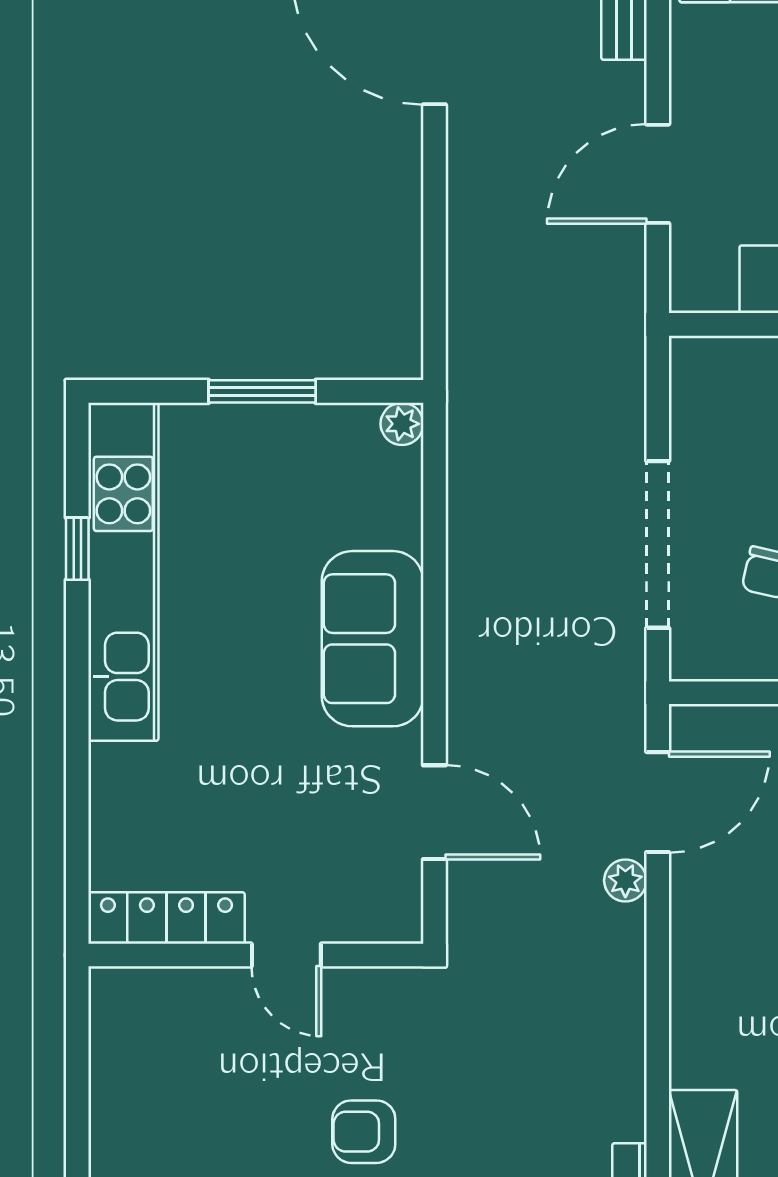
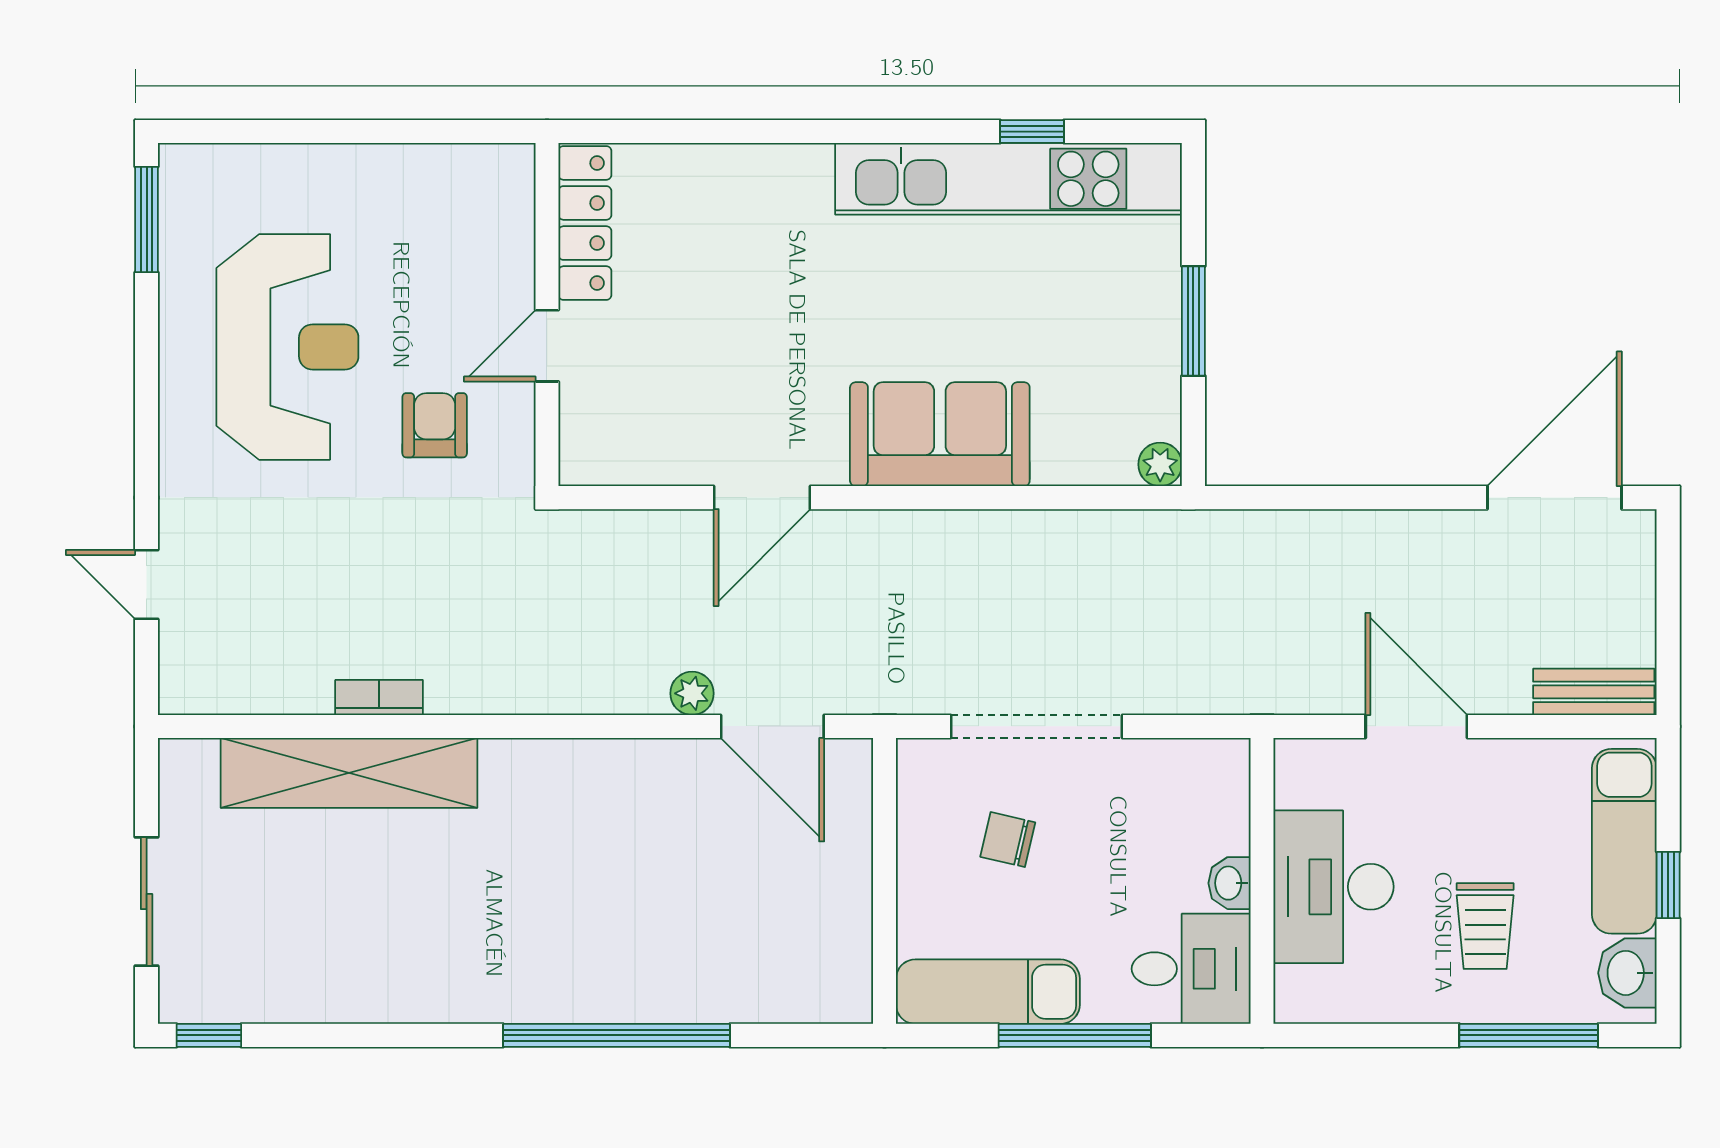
locker: (166, 918) -> (585, 223), moved
wall: (256, 955) -> (547, 315), moved
door: (286, 955) -> (547, 346), moved

